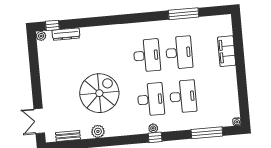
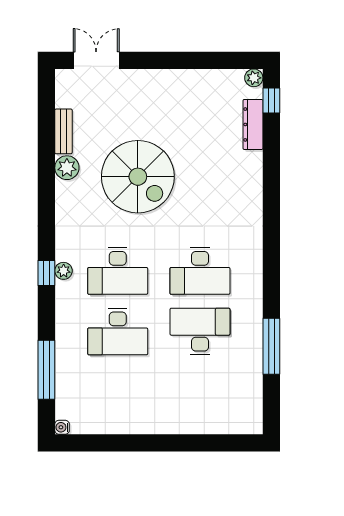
filing cabinet: (227, 51) -> (195, 420), removed
desk: (179, 53) -> (200, 332), turned 180
bench: (68, 136) -> (63, 131), moved

